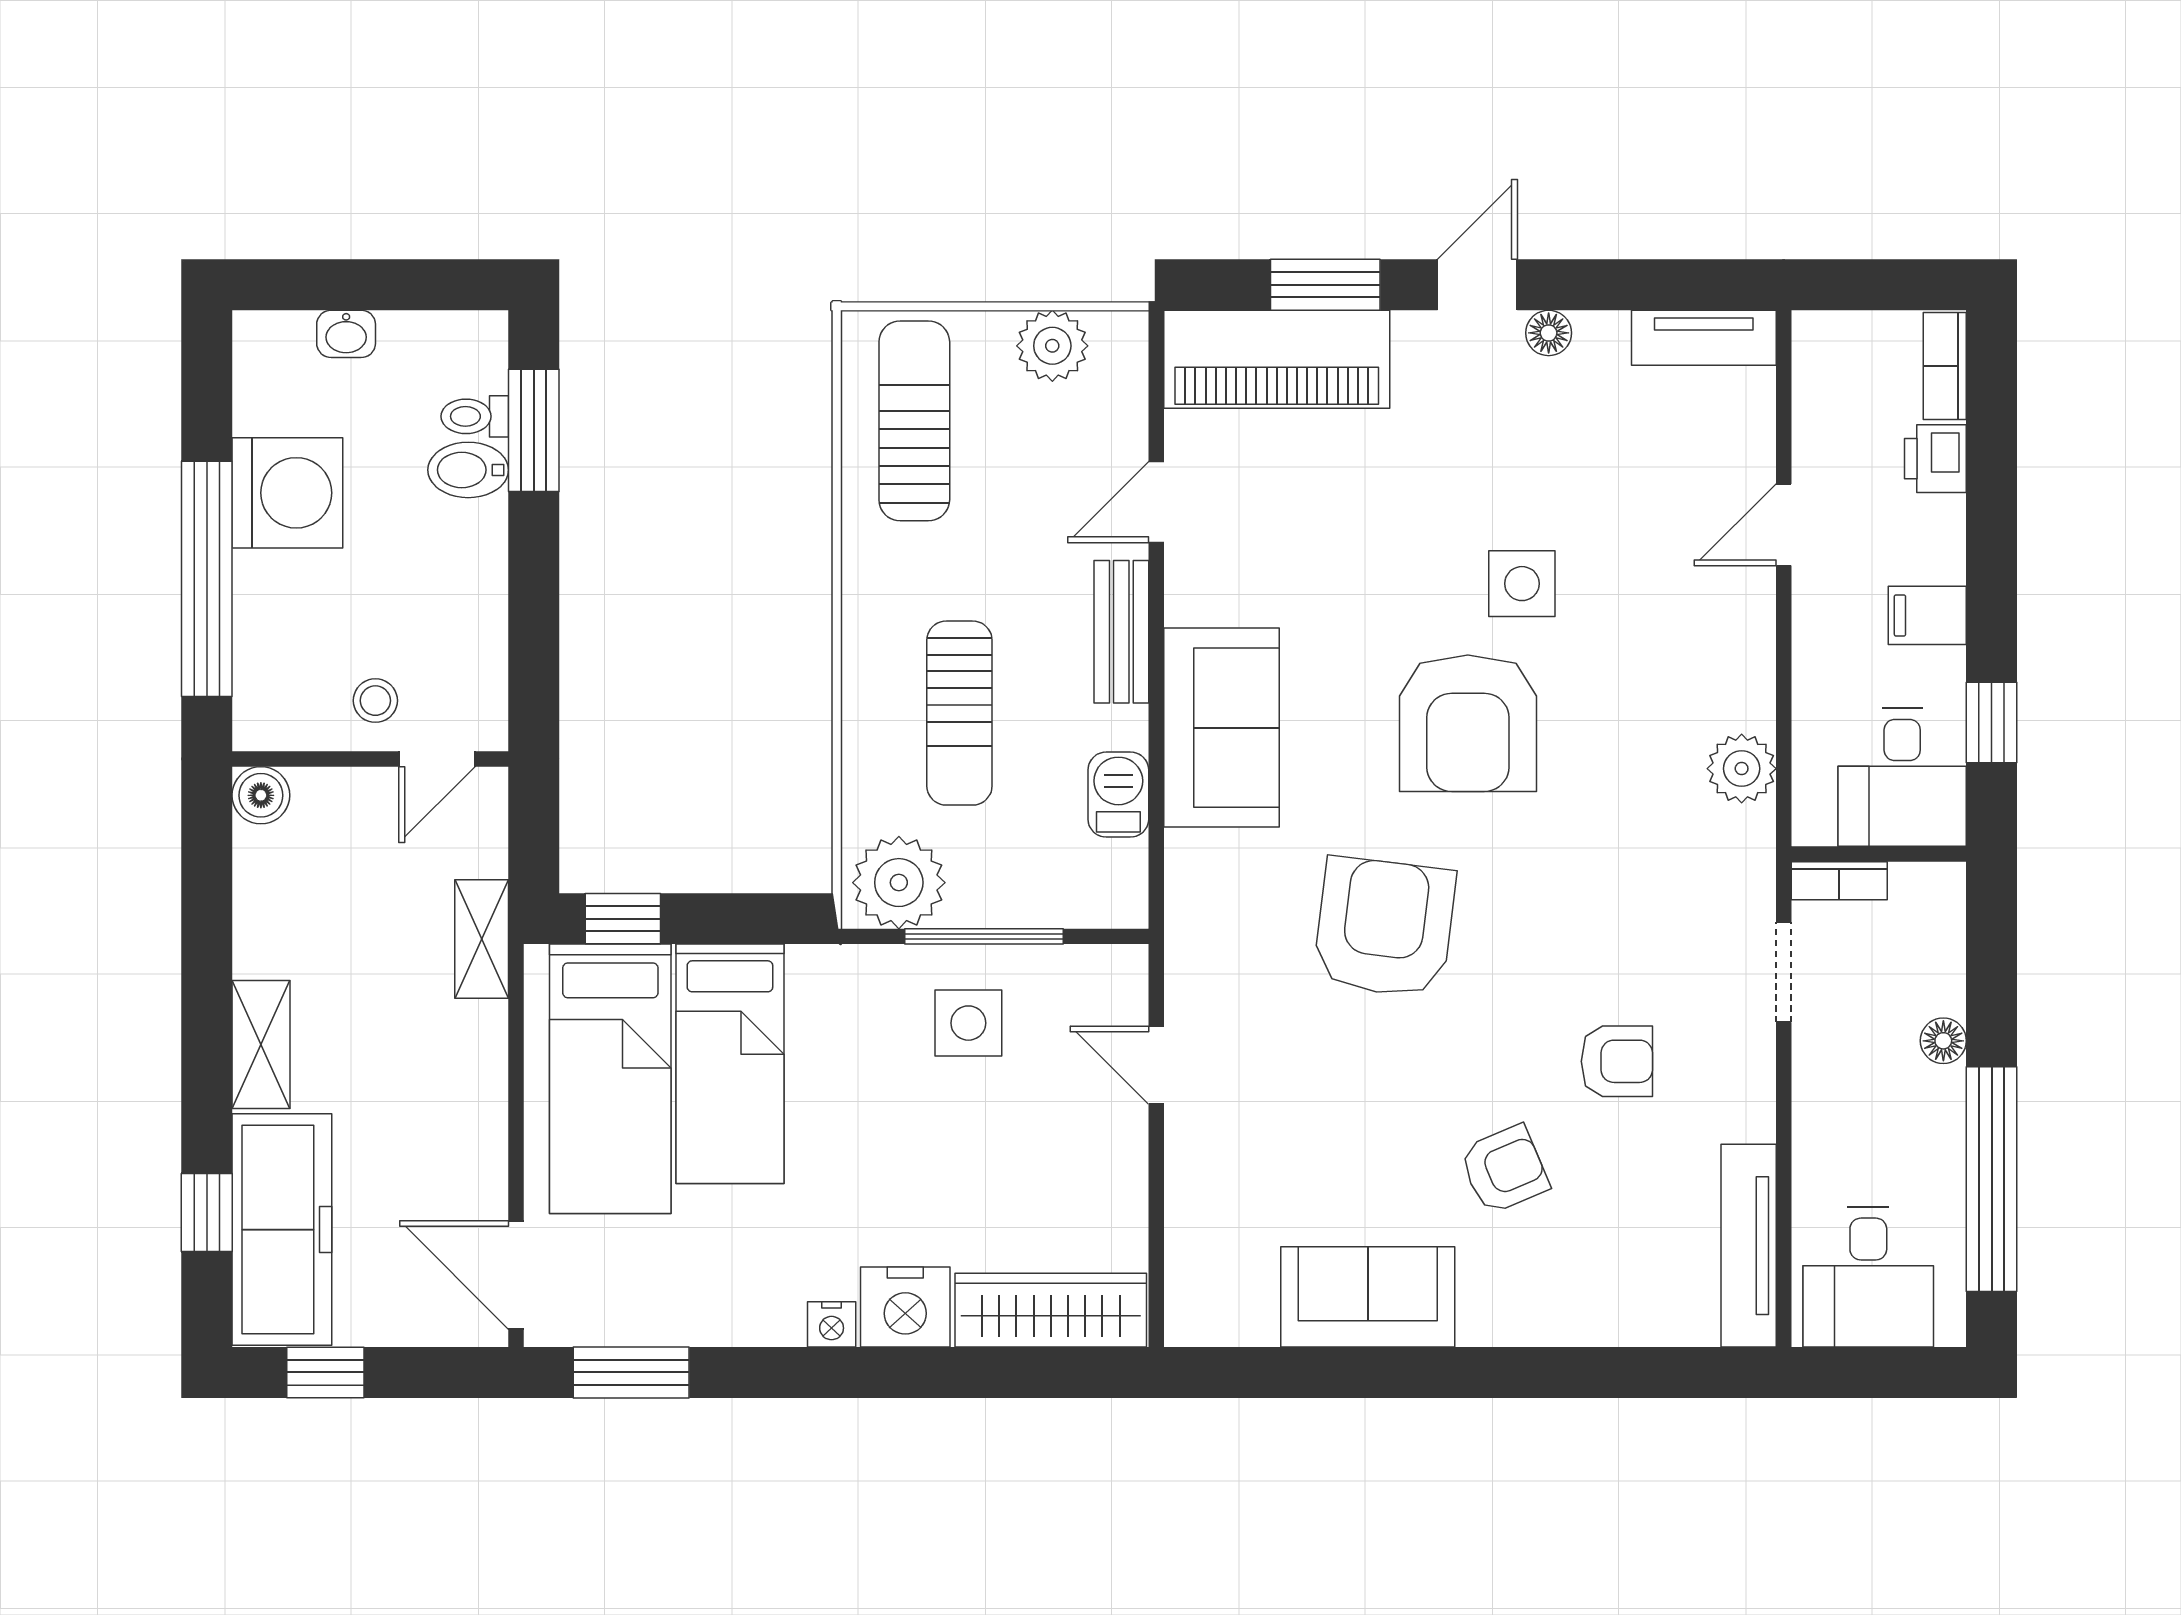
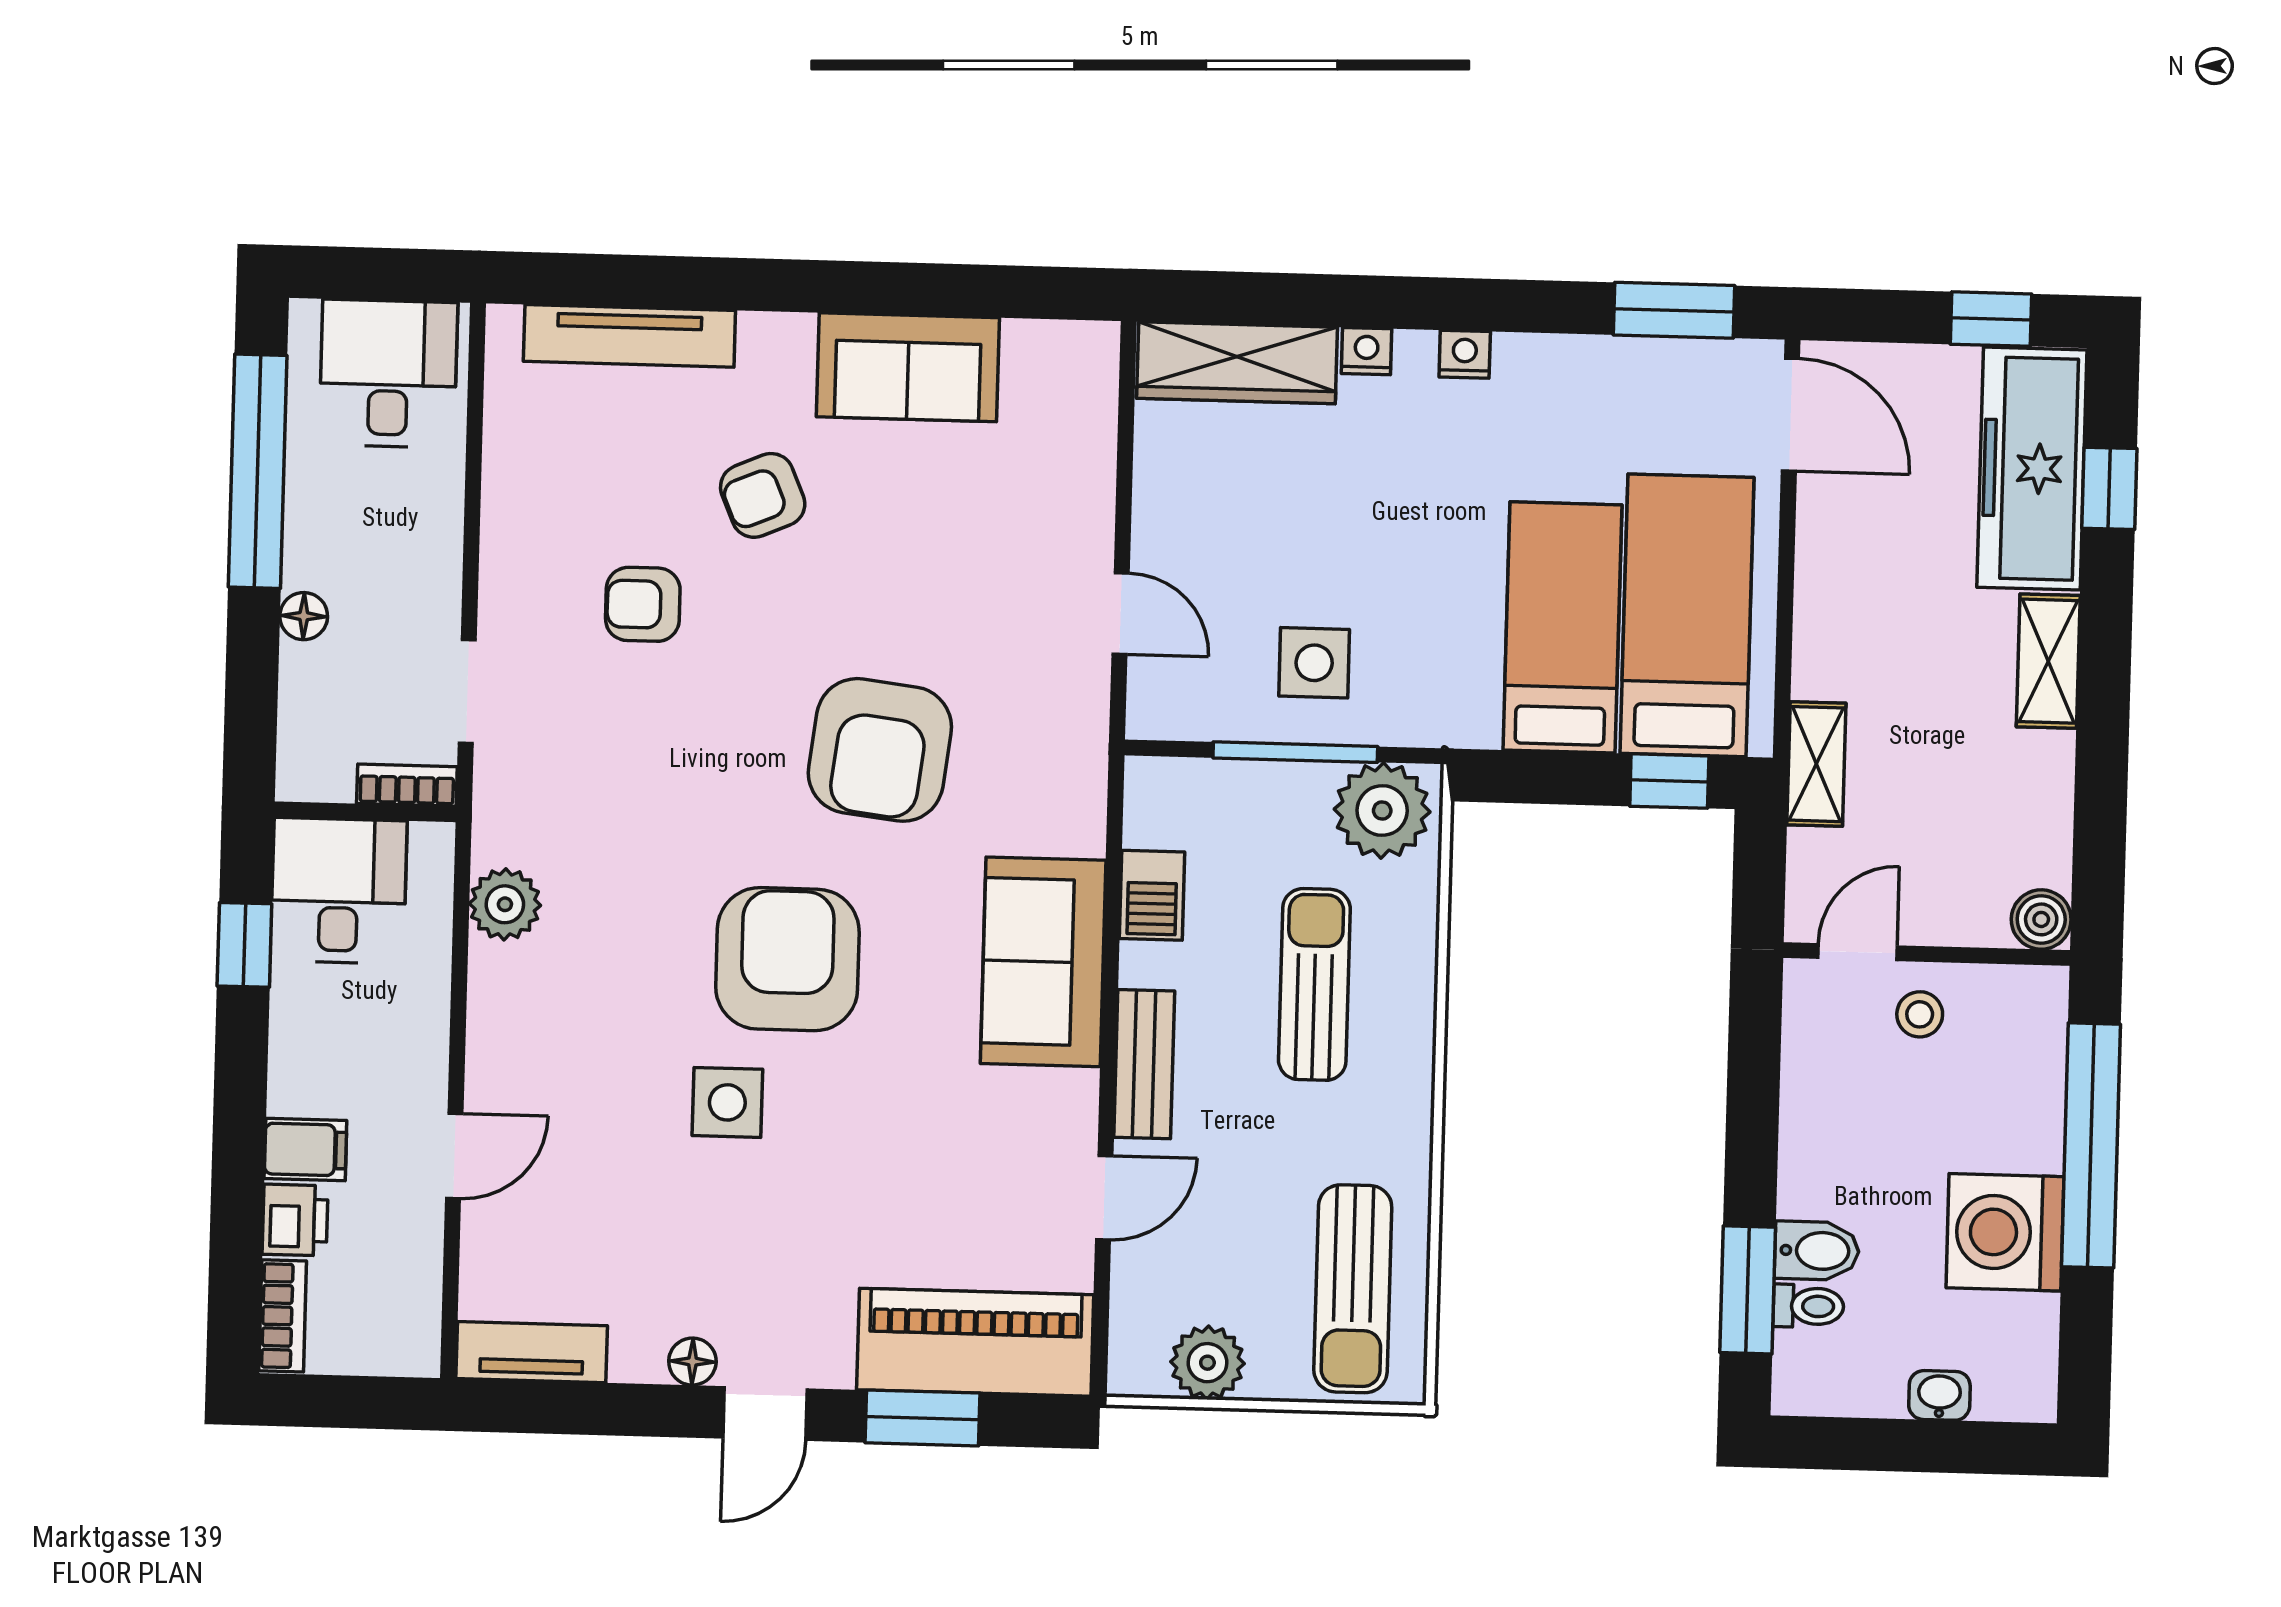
filing cabinet: (1927, 615) -> (305, 1150), moved
tv unit: (1749, 1246) -> (629, 336), moved, turned 90
nightstand: (905, 1307) -> (1366, 351), width x0.53, depth x0.56

